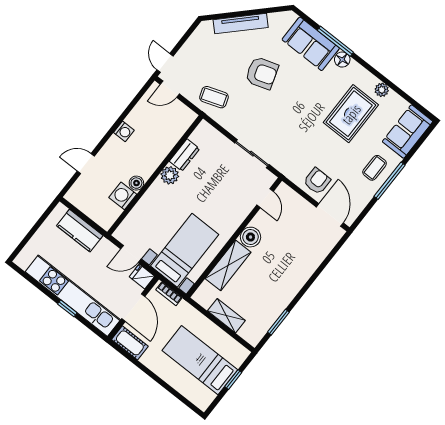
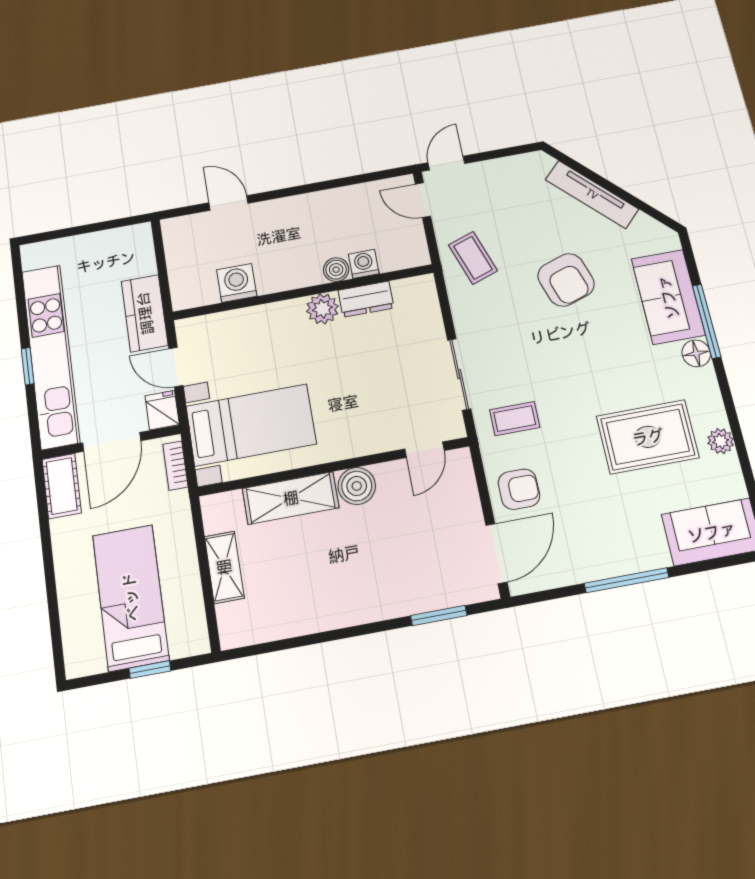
washing machine: (124, 131) -> (364, 264), moved, turned 180
coffee table: (375, 168) -> (515, 419), moved
boiler: (136, 183) -> (336, 270), moved
kitchen counter: (80, 231) -> (145, 313), moved
window: (278, 322) -> (439, 615), moved

